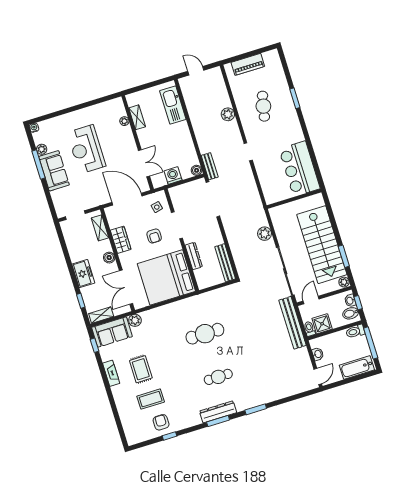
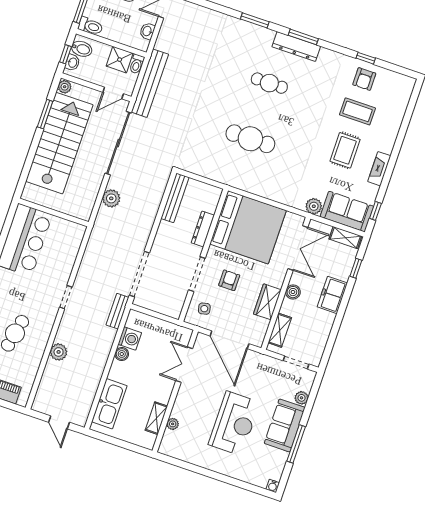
plant: (42, 149) -> (302, 398), moved
boiler: (197, 170) -> (122, 354), moved
washing machine: (173, 176) -> (130, 338), moved, turned -90

